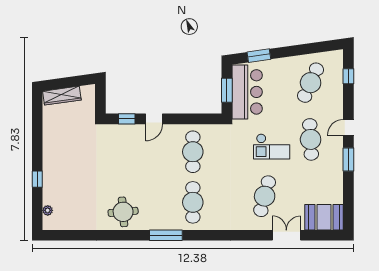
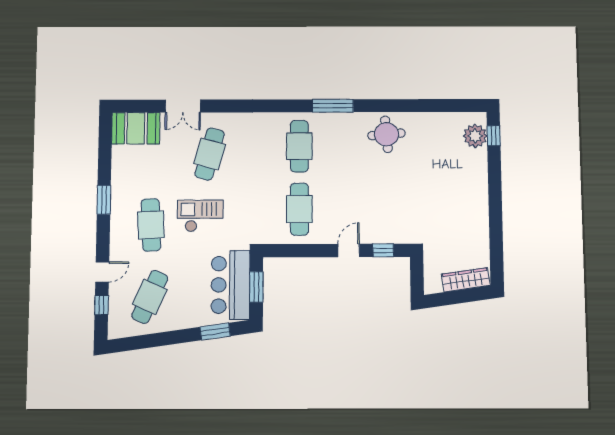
door: (348, 127) -> (102, 272), moved
window: (37, 179) -> (494, 136), moved
plant: (48, 210) -> (475, 136), width x1.87, depth x1.87

